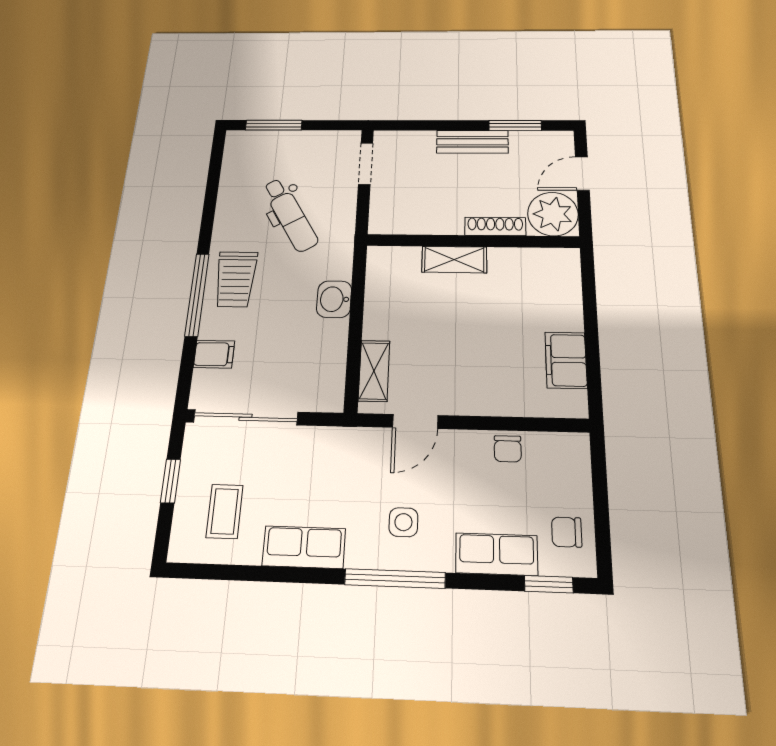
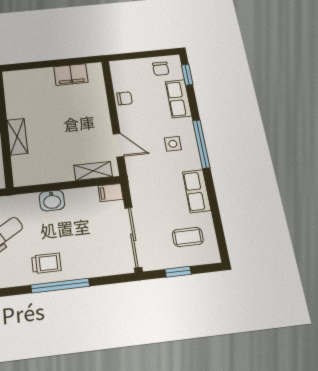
trolley: (236, 279) -> (46, 263), width x0.73, depth x0.72
filing cabinet: (214, 354) -> (111, 193), moved, turned -90

